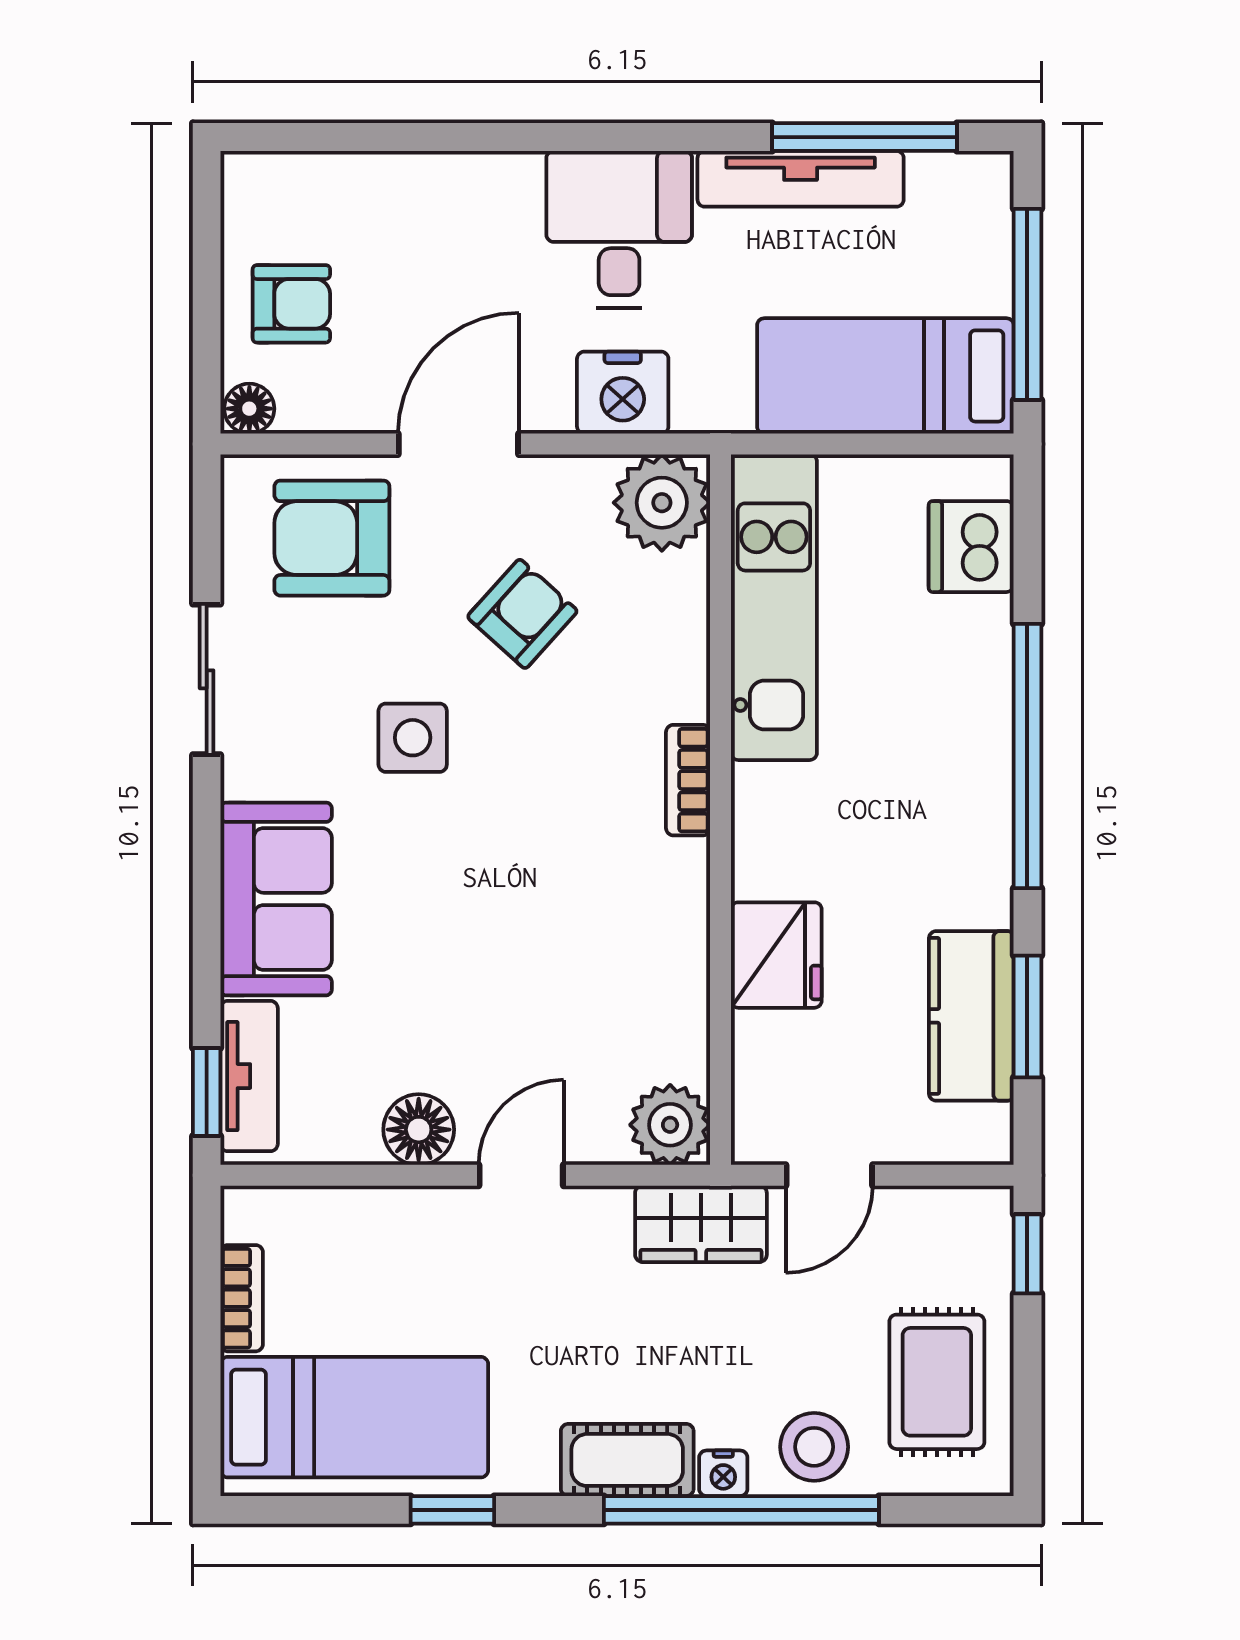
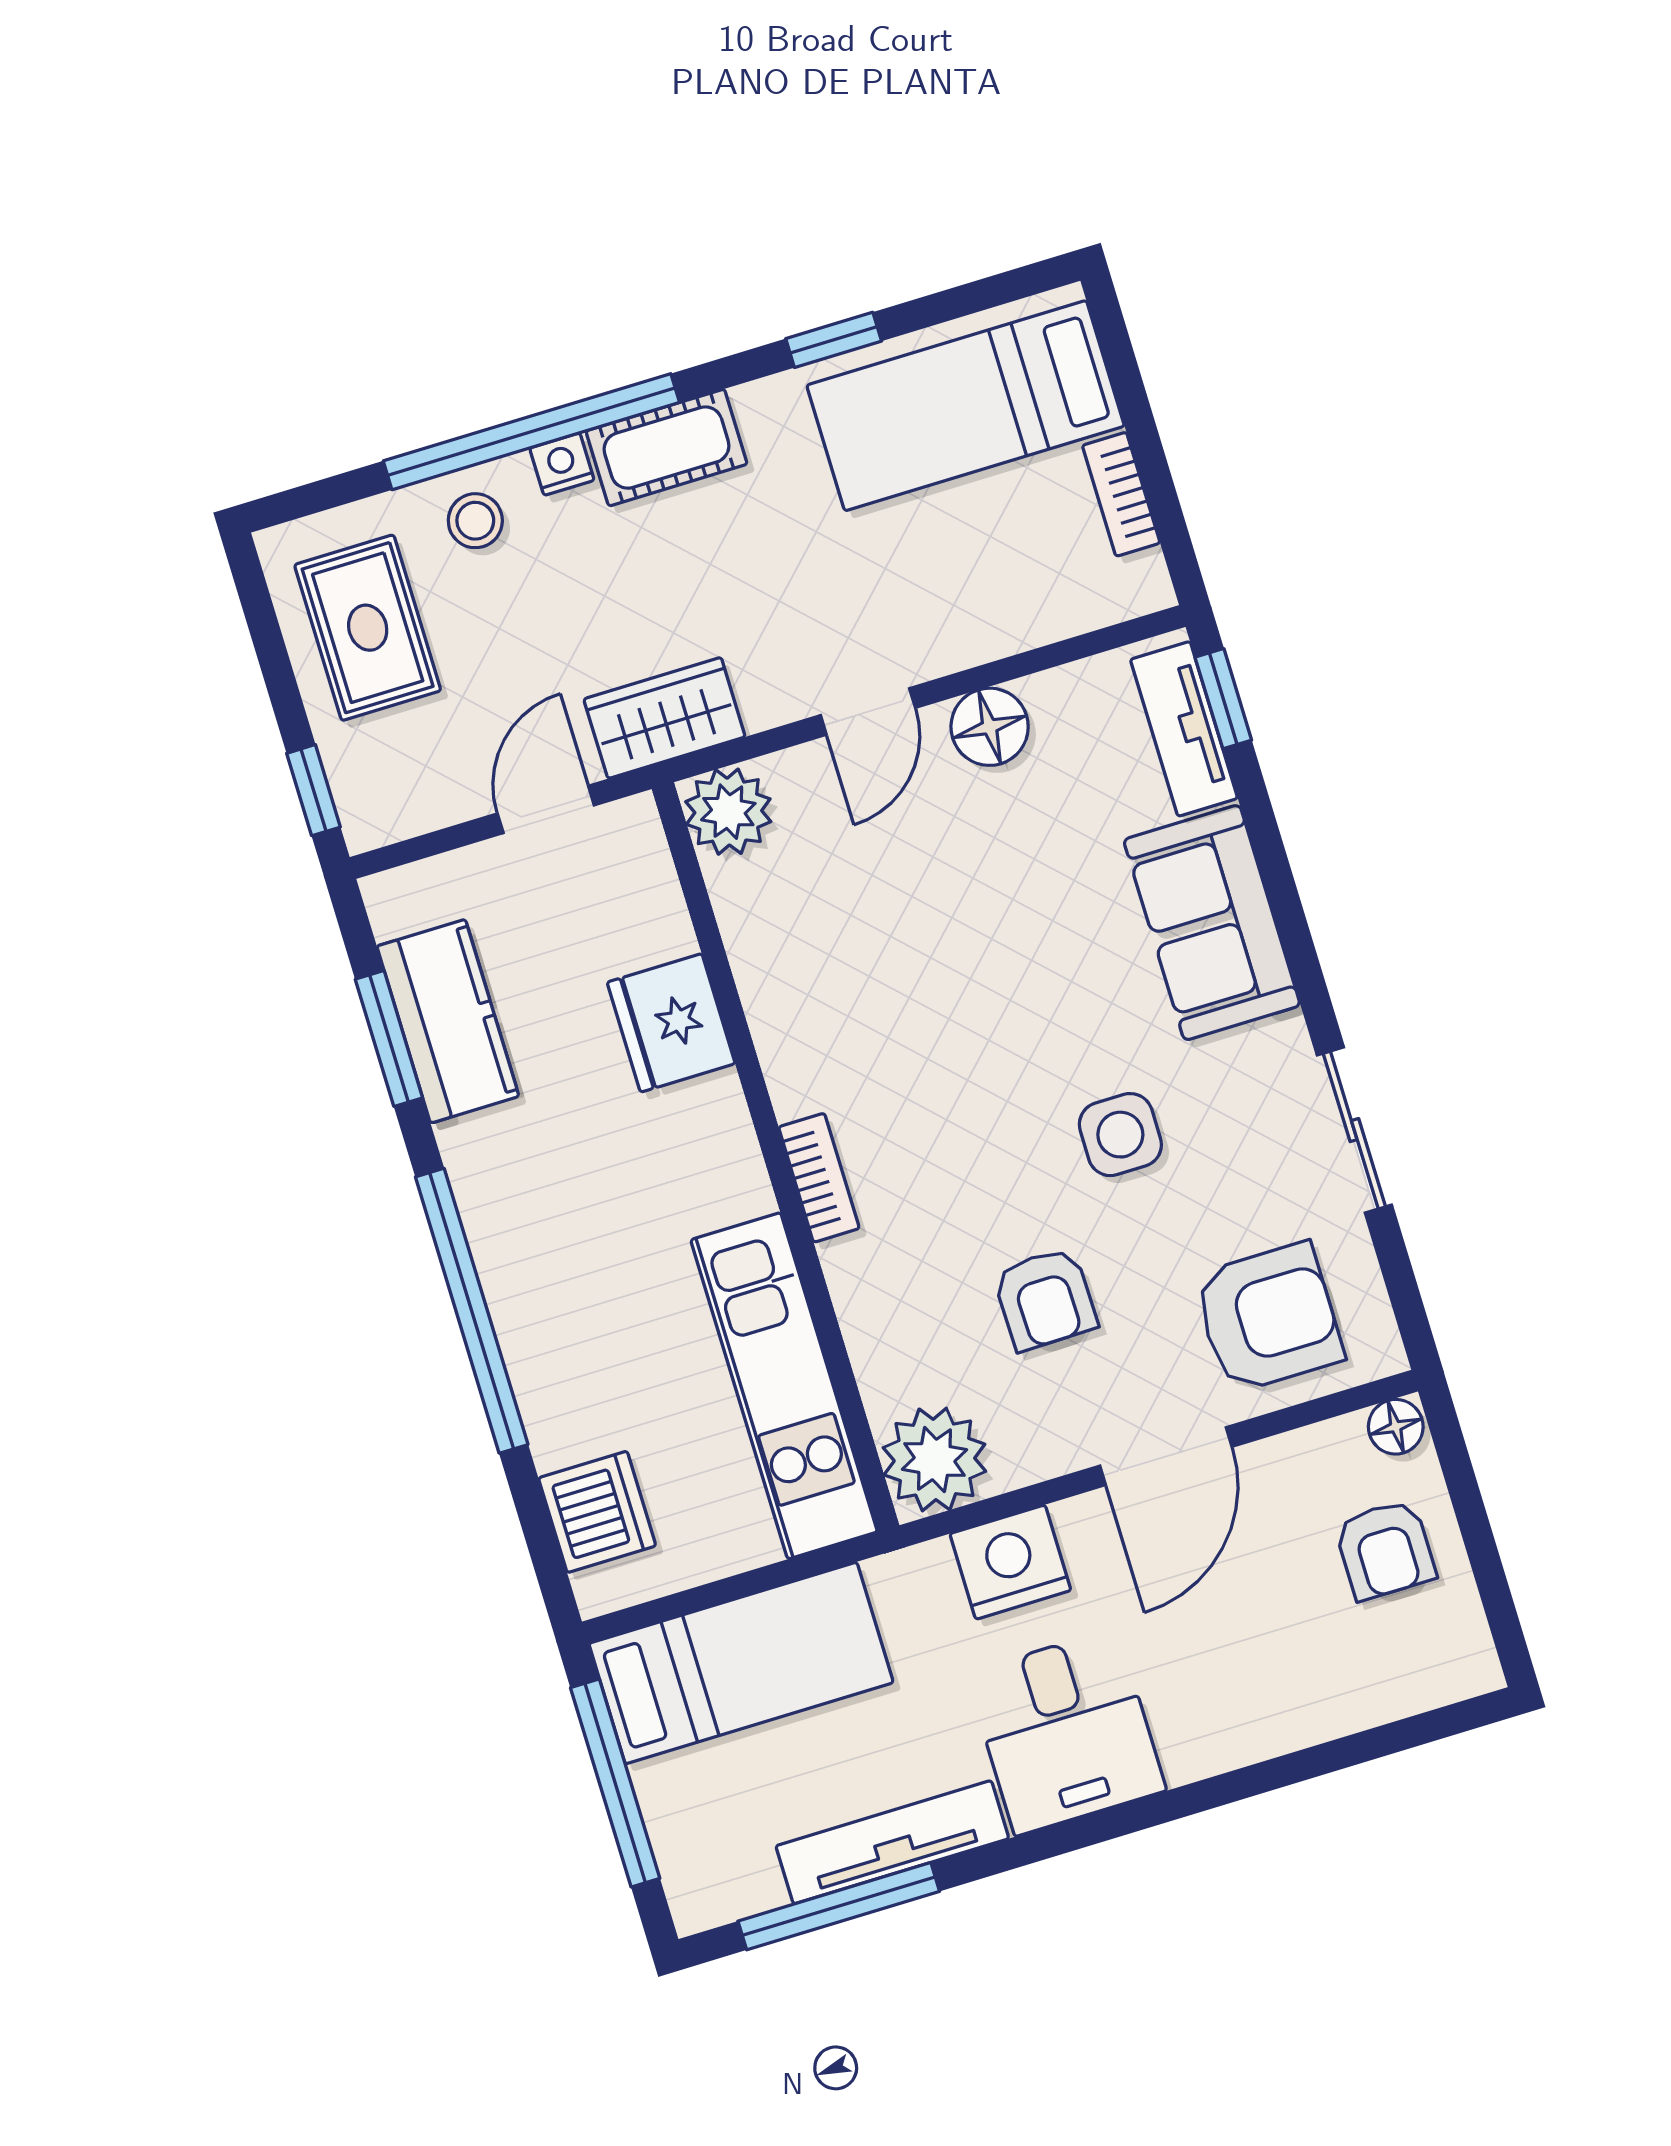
armchair: (291, 304) -> (1385, 1550), turned -90
armchair: (522, 614) -> (1045, 1299), turned -43
stool: (814, 1447) -> (475, 521), width x0.73, depth x0.73

